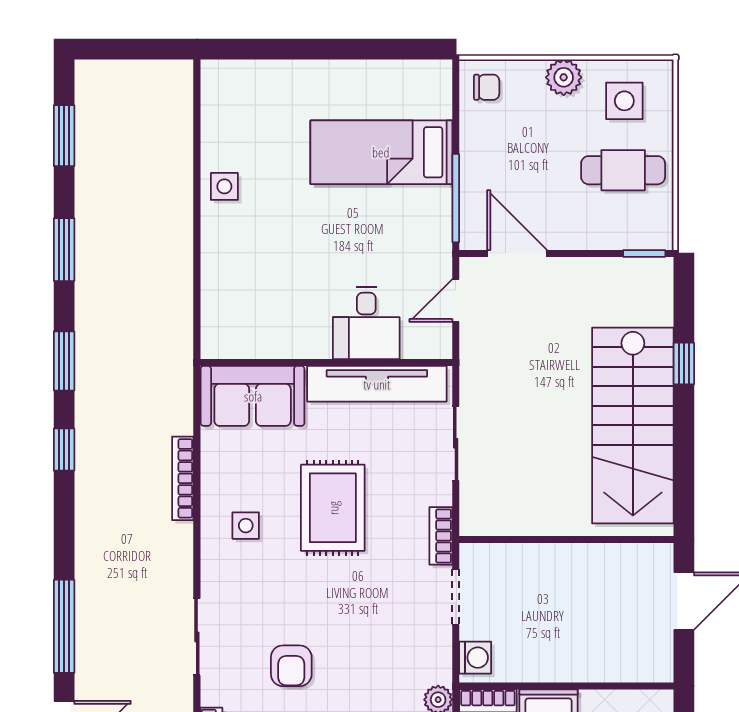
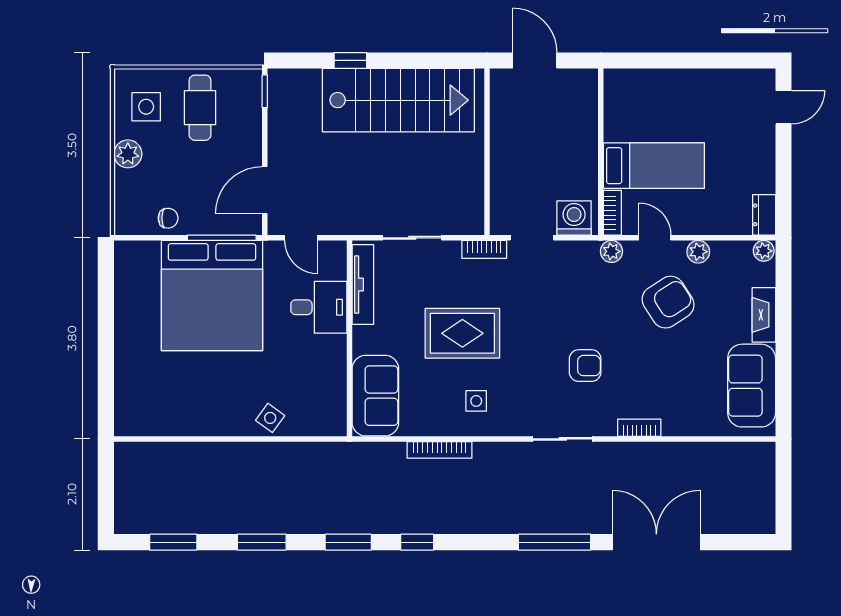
chair: (487, 87) -> (168, 218), moved, turned 90
bed: (381, 152) -> (212, 296), width x2.04
side table: (224, 186) -> (270, 418), moved, turned 36
tv unit: (377, 384) -> (363, 285), width x0.73, depth x0.78
washing machine: (475, 658) -> (574, 218), width x1.38, depth x1.38

